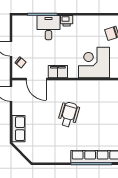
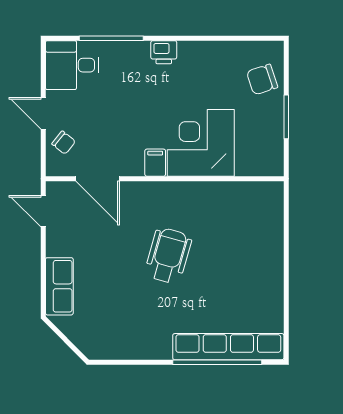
desk: (48, 28) -> (72, 65), moved, turned -90
corner desk: (94, 63) -> (201, 143), moved
filing cabinet: (58, 72) -> (155, 163), width x0.50

